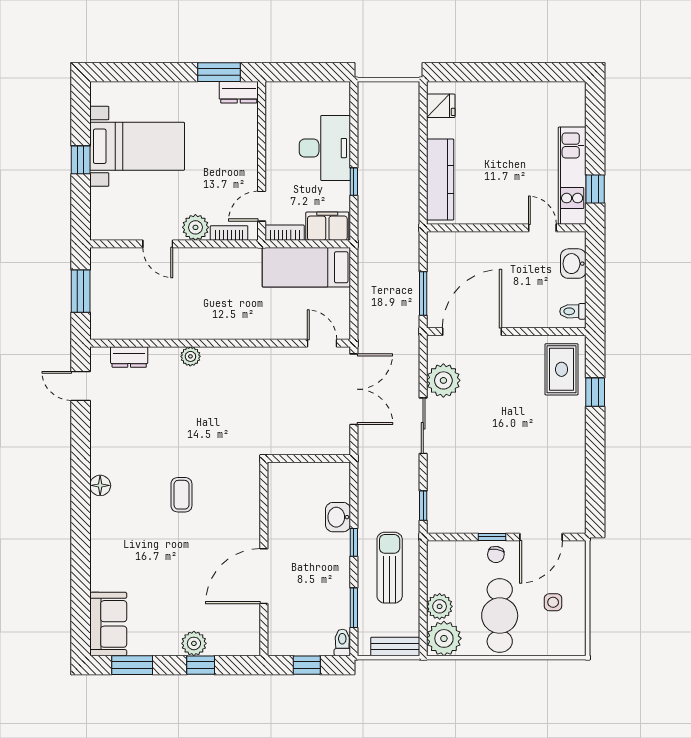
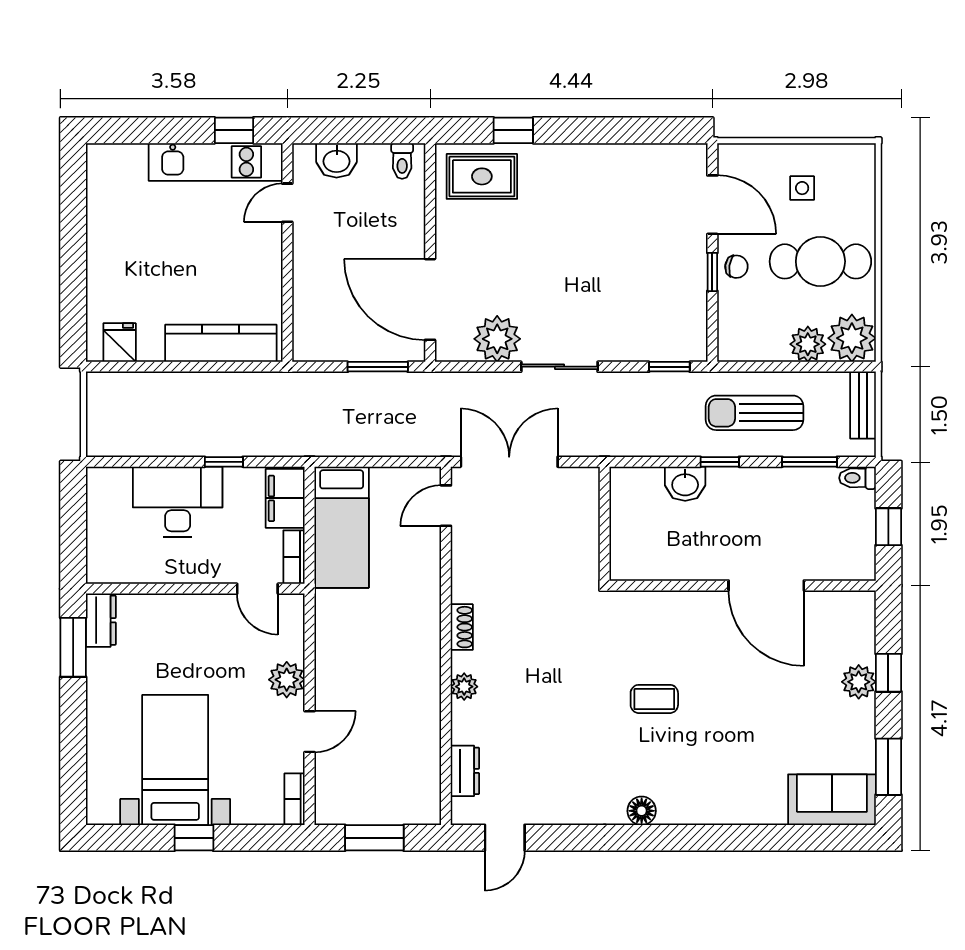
bookcase: (229, 233) -> (295, 799), moved
shoe rack: (234, 355) -> (462, 627), added

